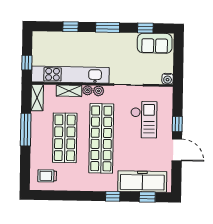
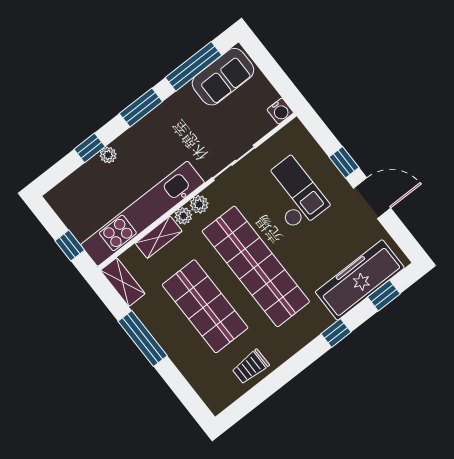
window: (145, 28) -> (193, 66), width x2.17
plant: (76, 37) -> (108, 155), added
trolley: (47, 176) -> (251, 367), moved

